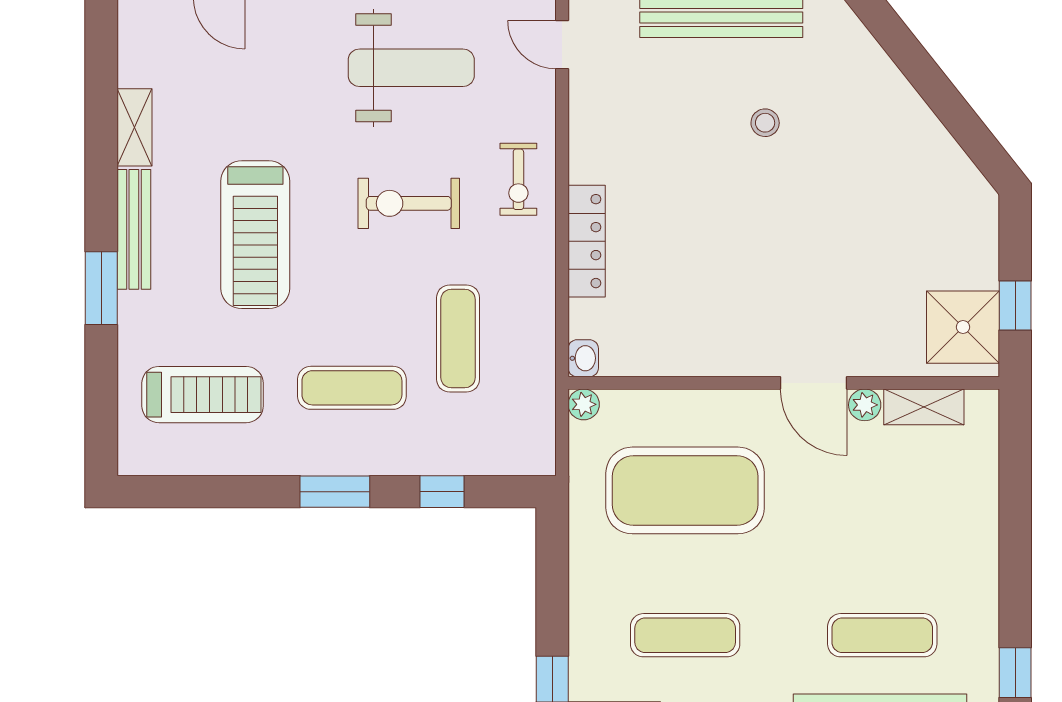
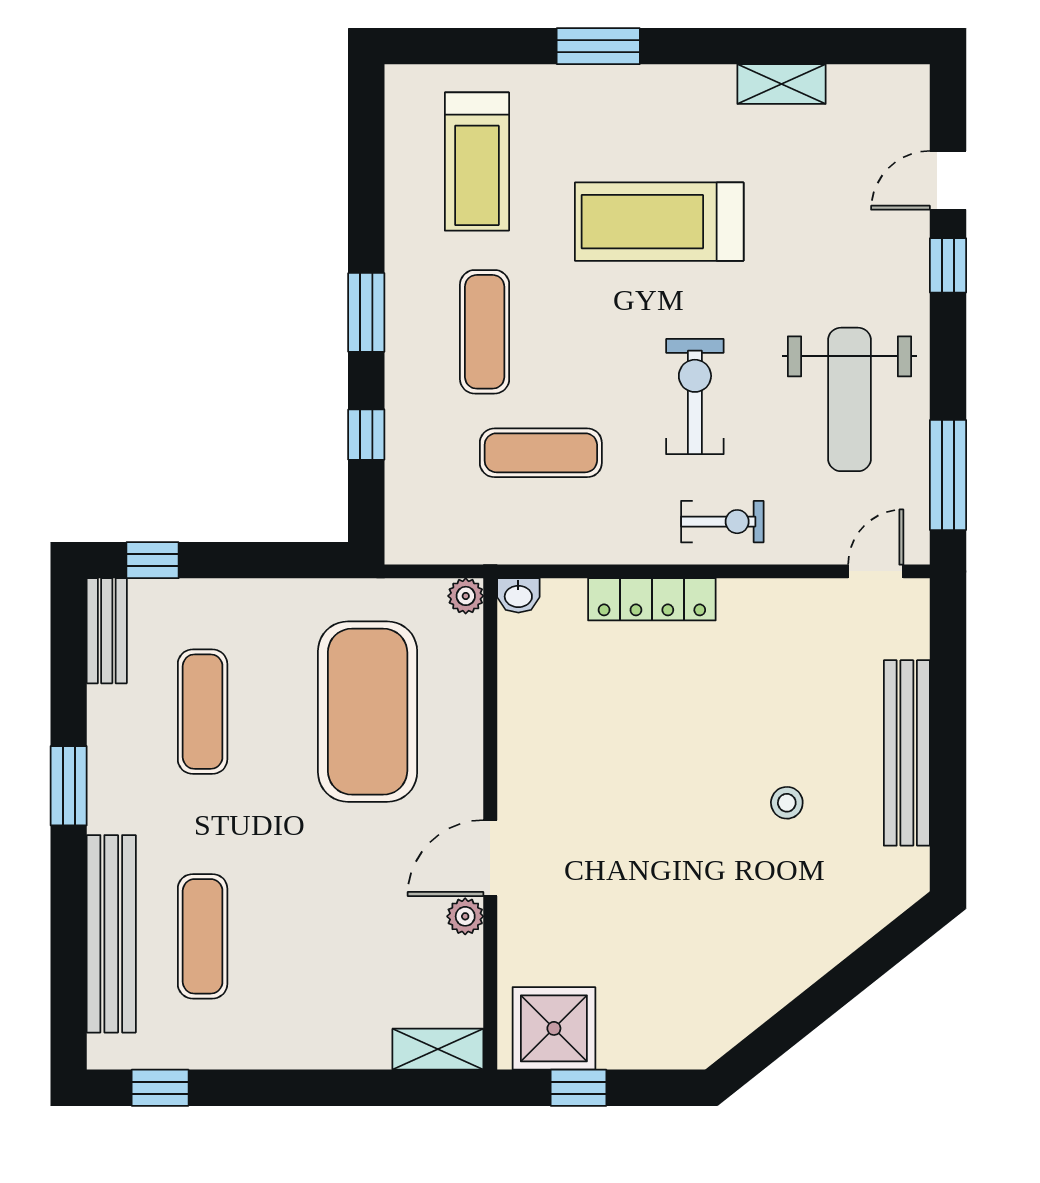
exercise bike: (518, 179) -> (722, 522), turned 180
bench: (134, 229) -> (665, 83), removed
shelving: (924, 407) -> (438, 1049), moved, turned 90

